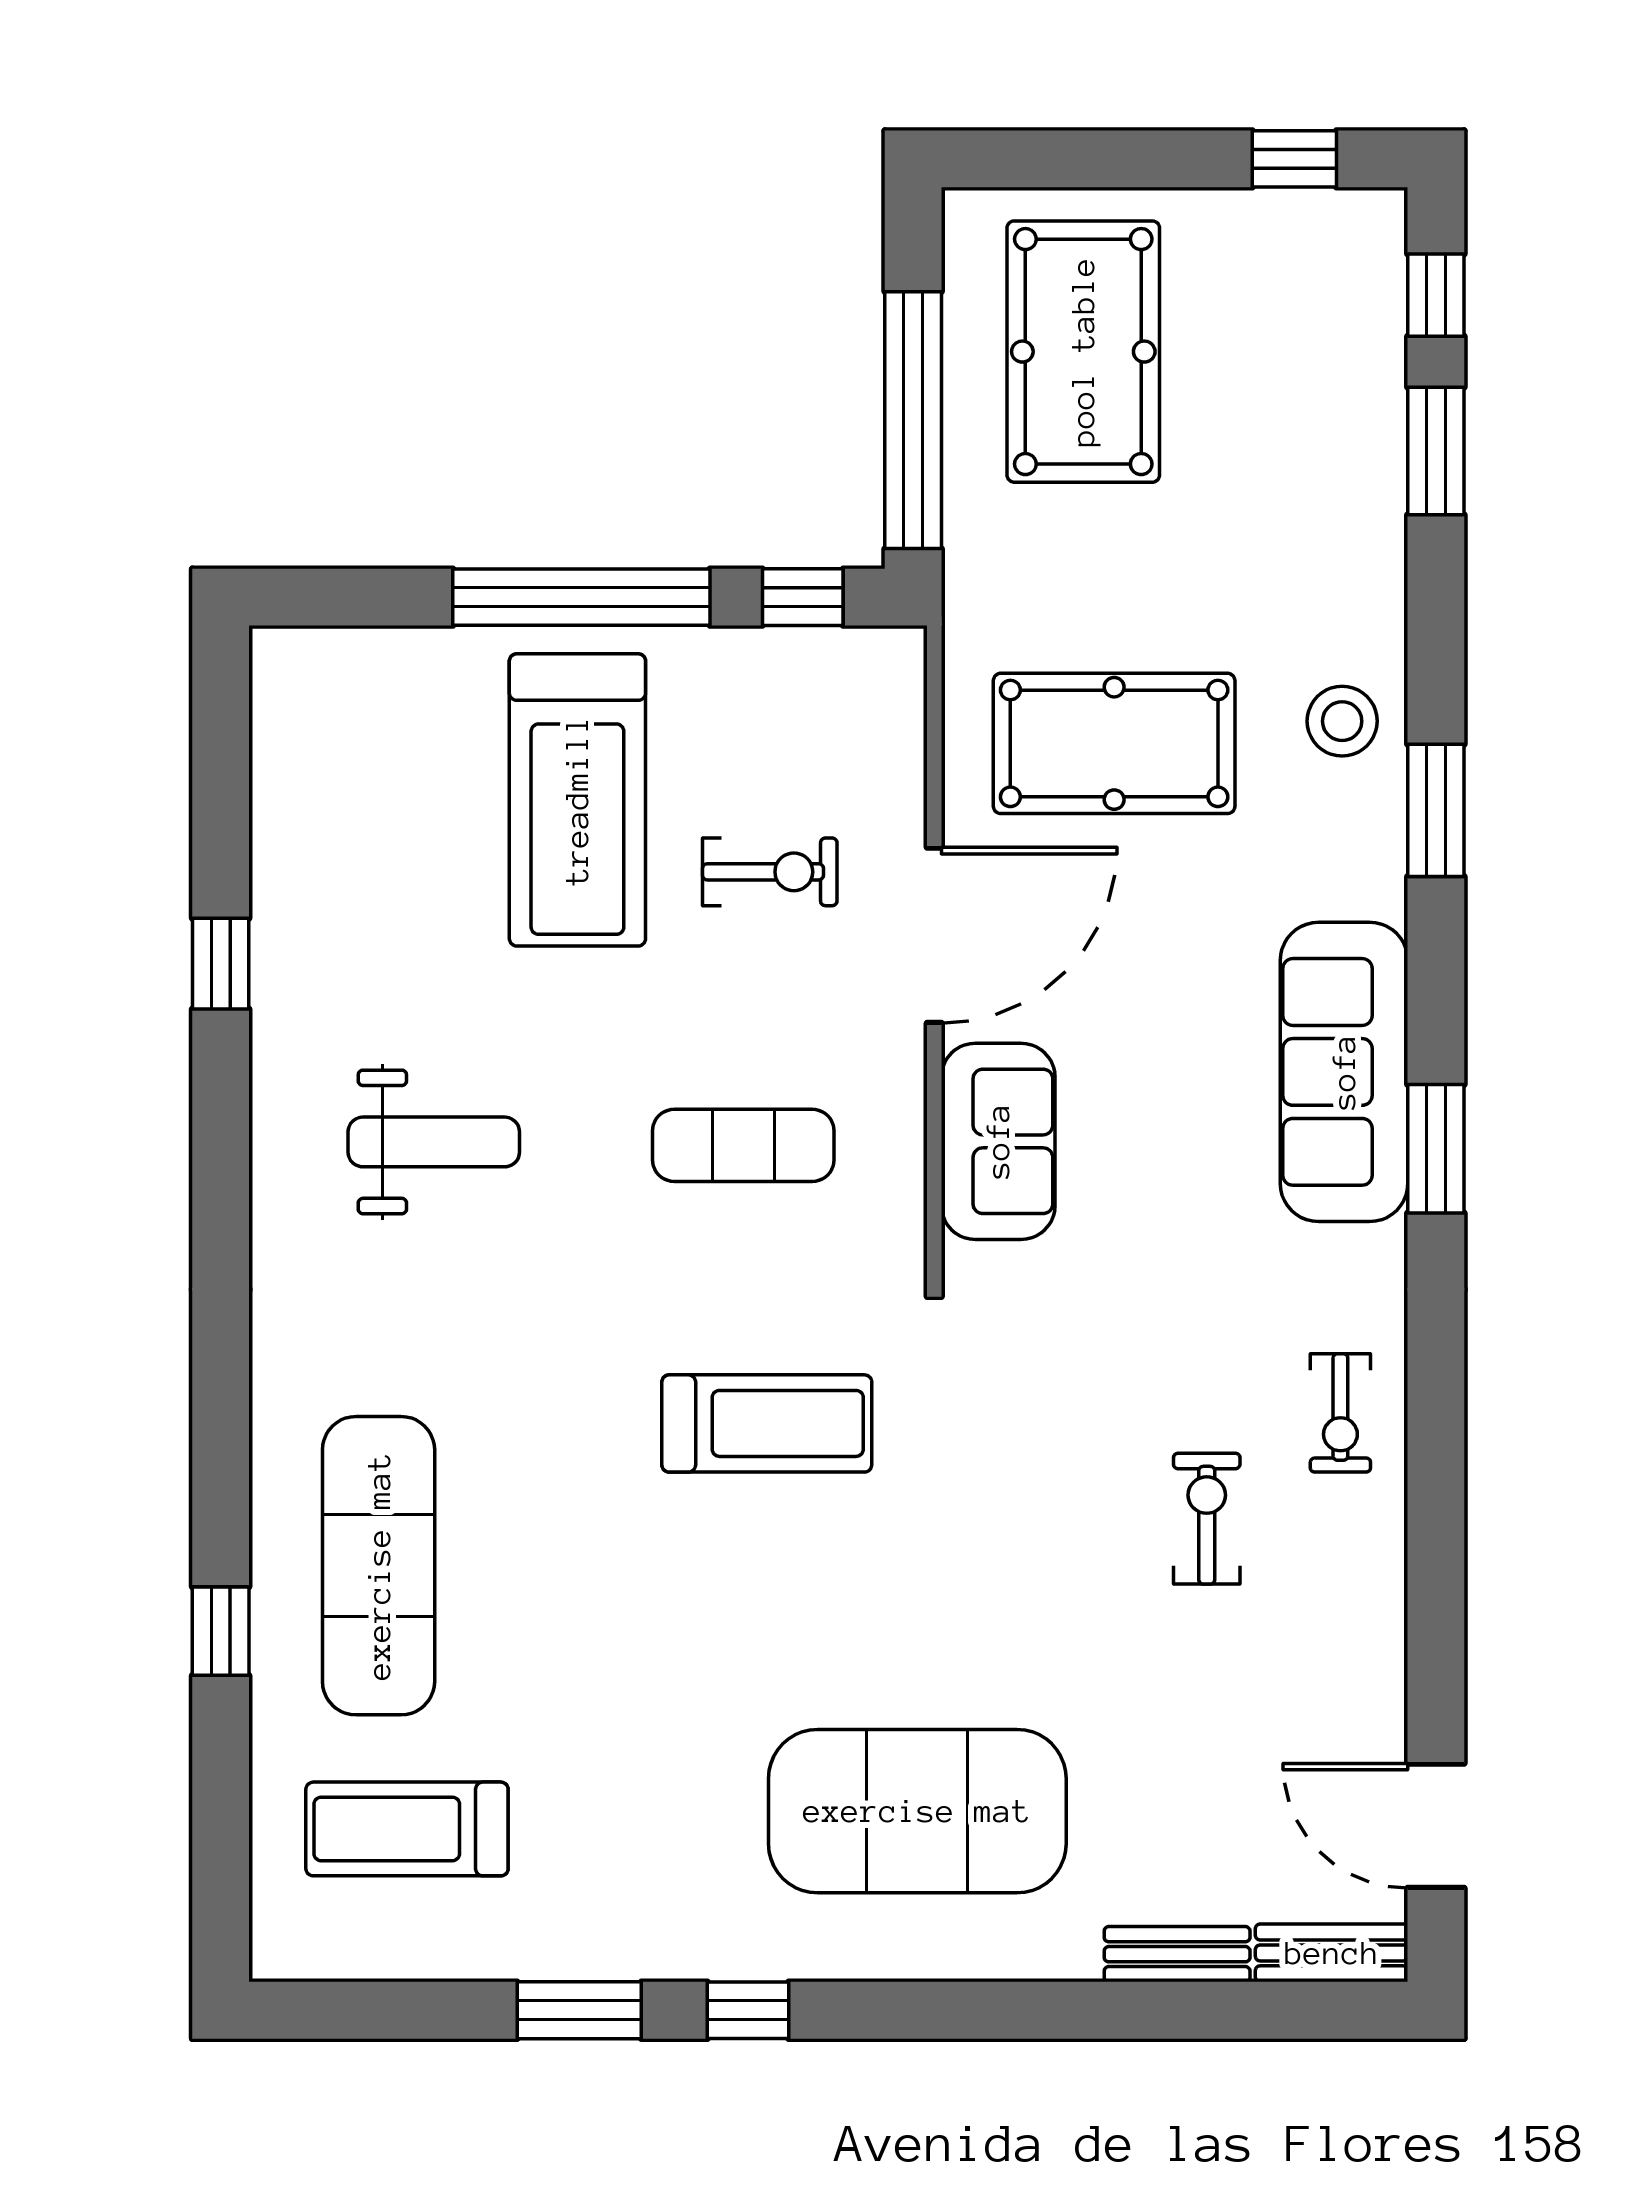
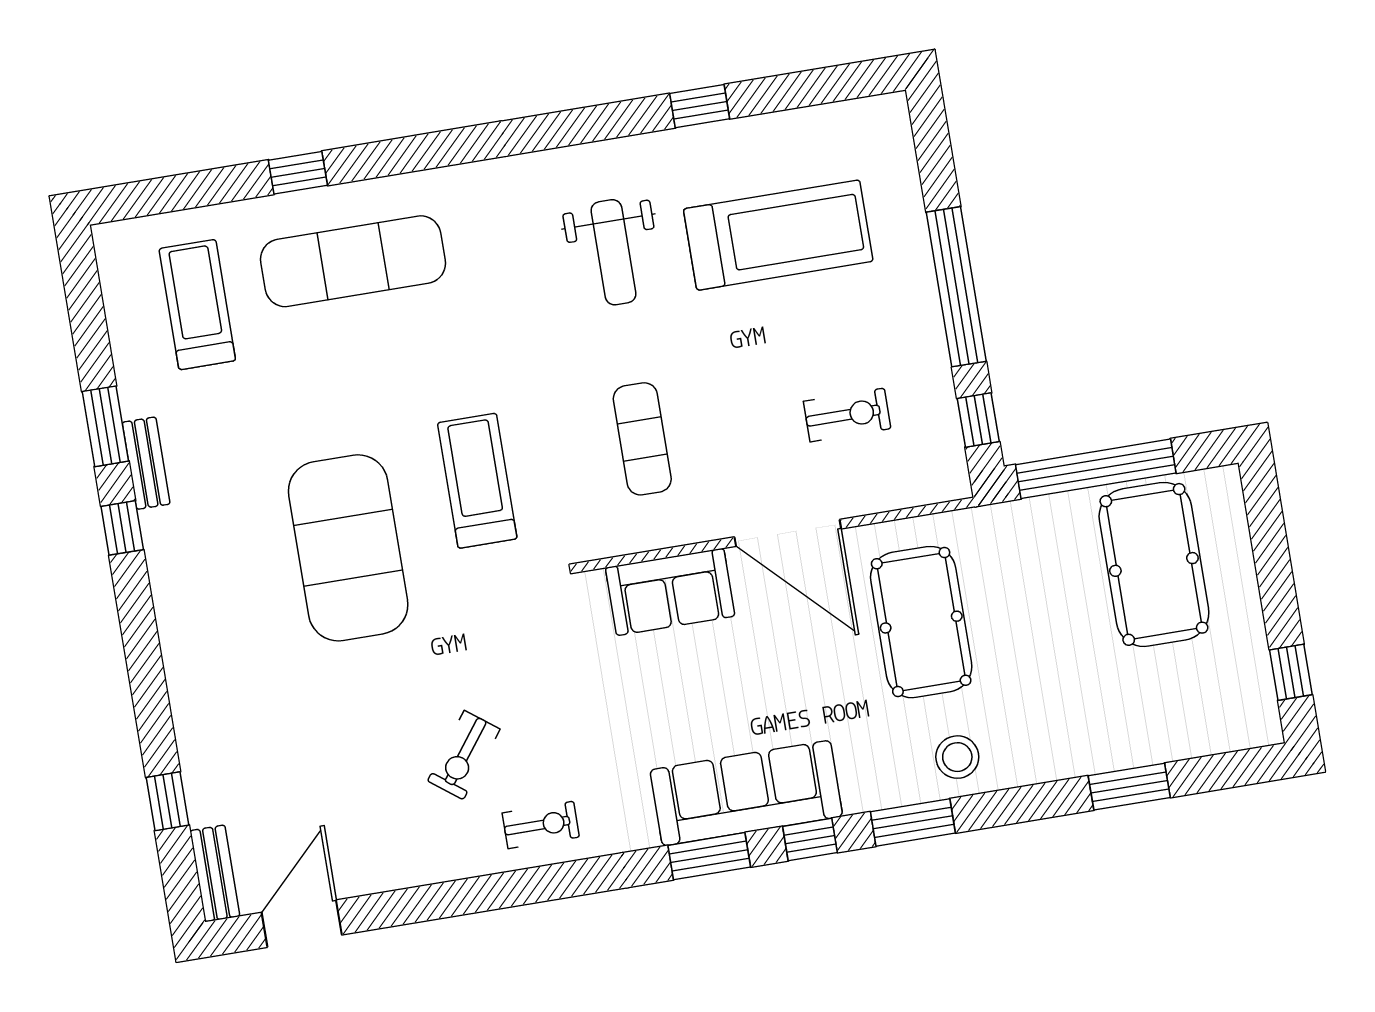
window: (1436, 295) -> (810, 839), moved
pool table: (1083, 352) -> (1154, 564), turned 90
treadmill: (577, 800) -> (778, 235), moved, turned 180
exercise bike: (770, 872) -> (847, 415), moved, turned -90
exercise bike: (1340, 1413) -> (541, 825), turned 180
treadmill: (767, 1423) -> (477, 481), turned 180
exercise bike: (1207, 1519) -> (464, 755), turned 127
exercise mat: (917, 1811) -> (348, 548), moved
bench: (1177, 1954) -> (146, 463), moved
window: (1202, 2010) -> (167, 801), added

